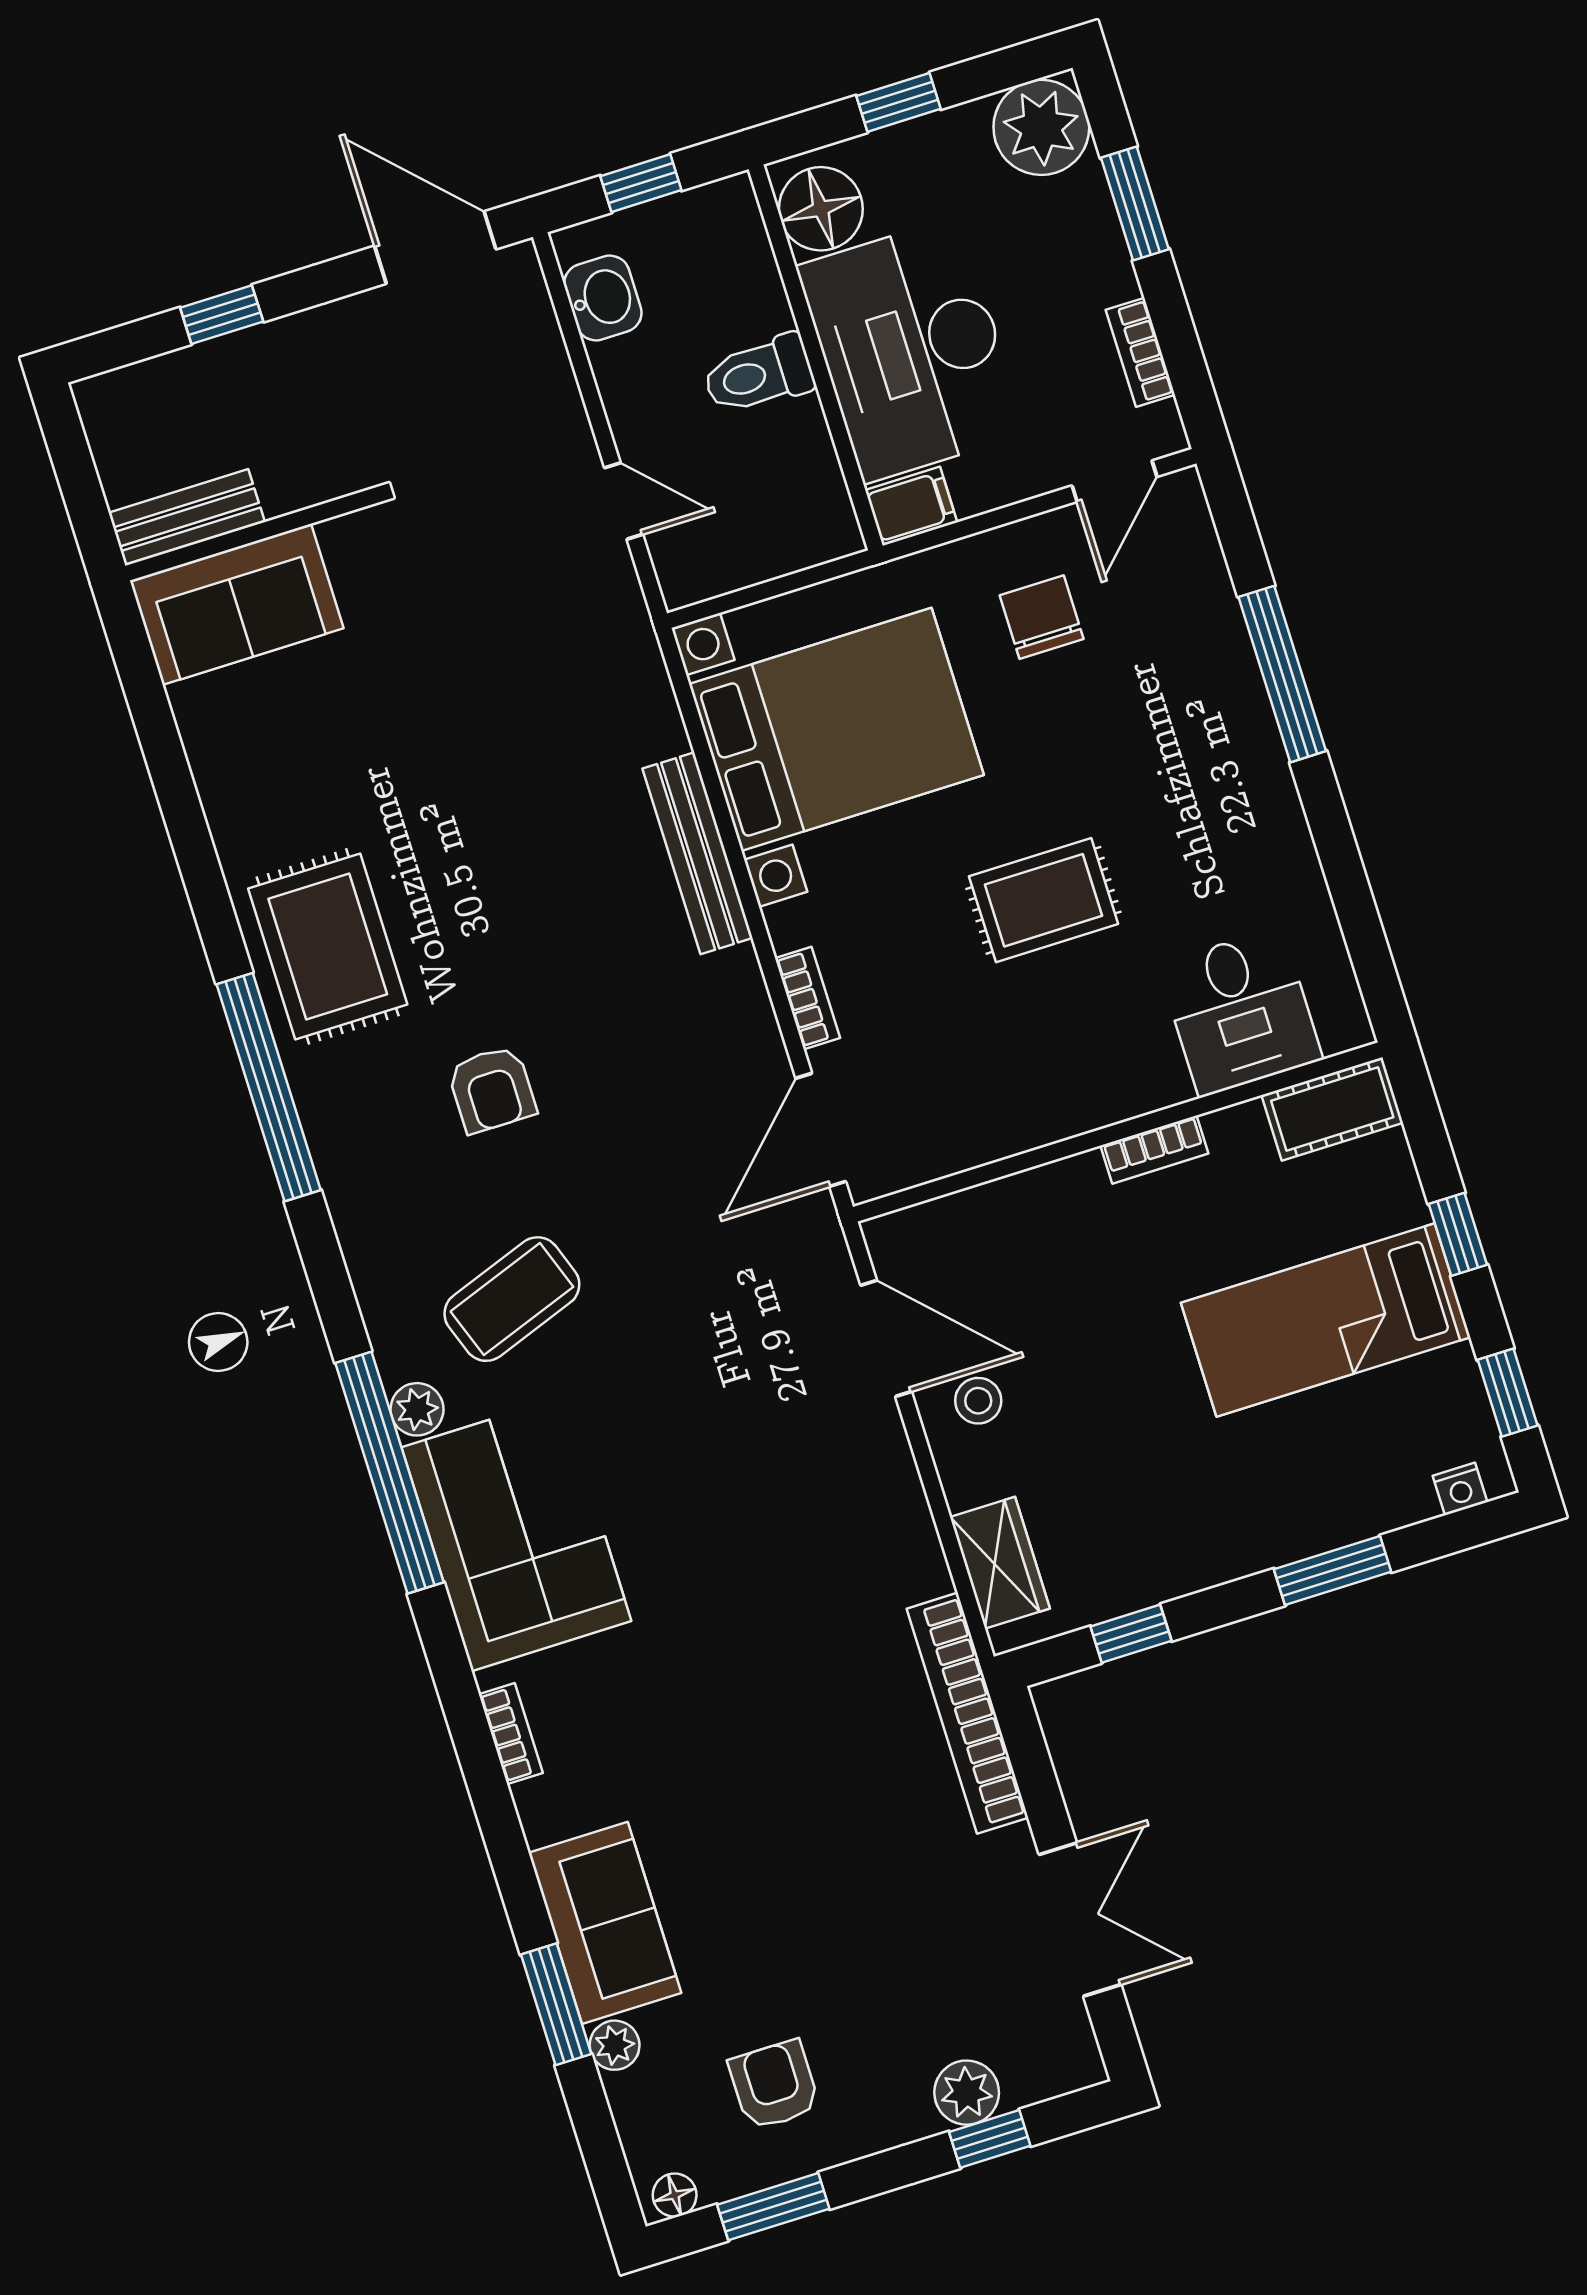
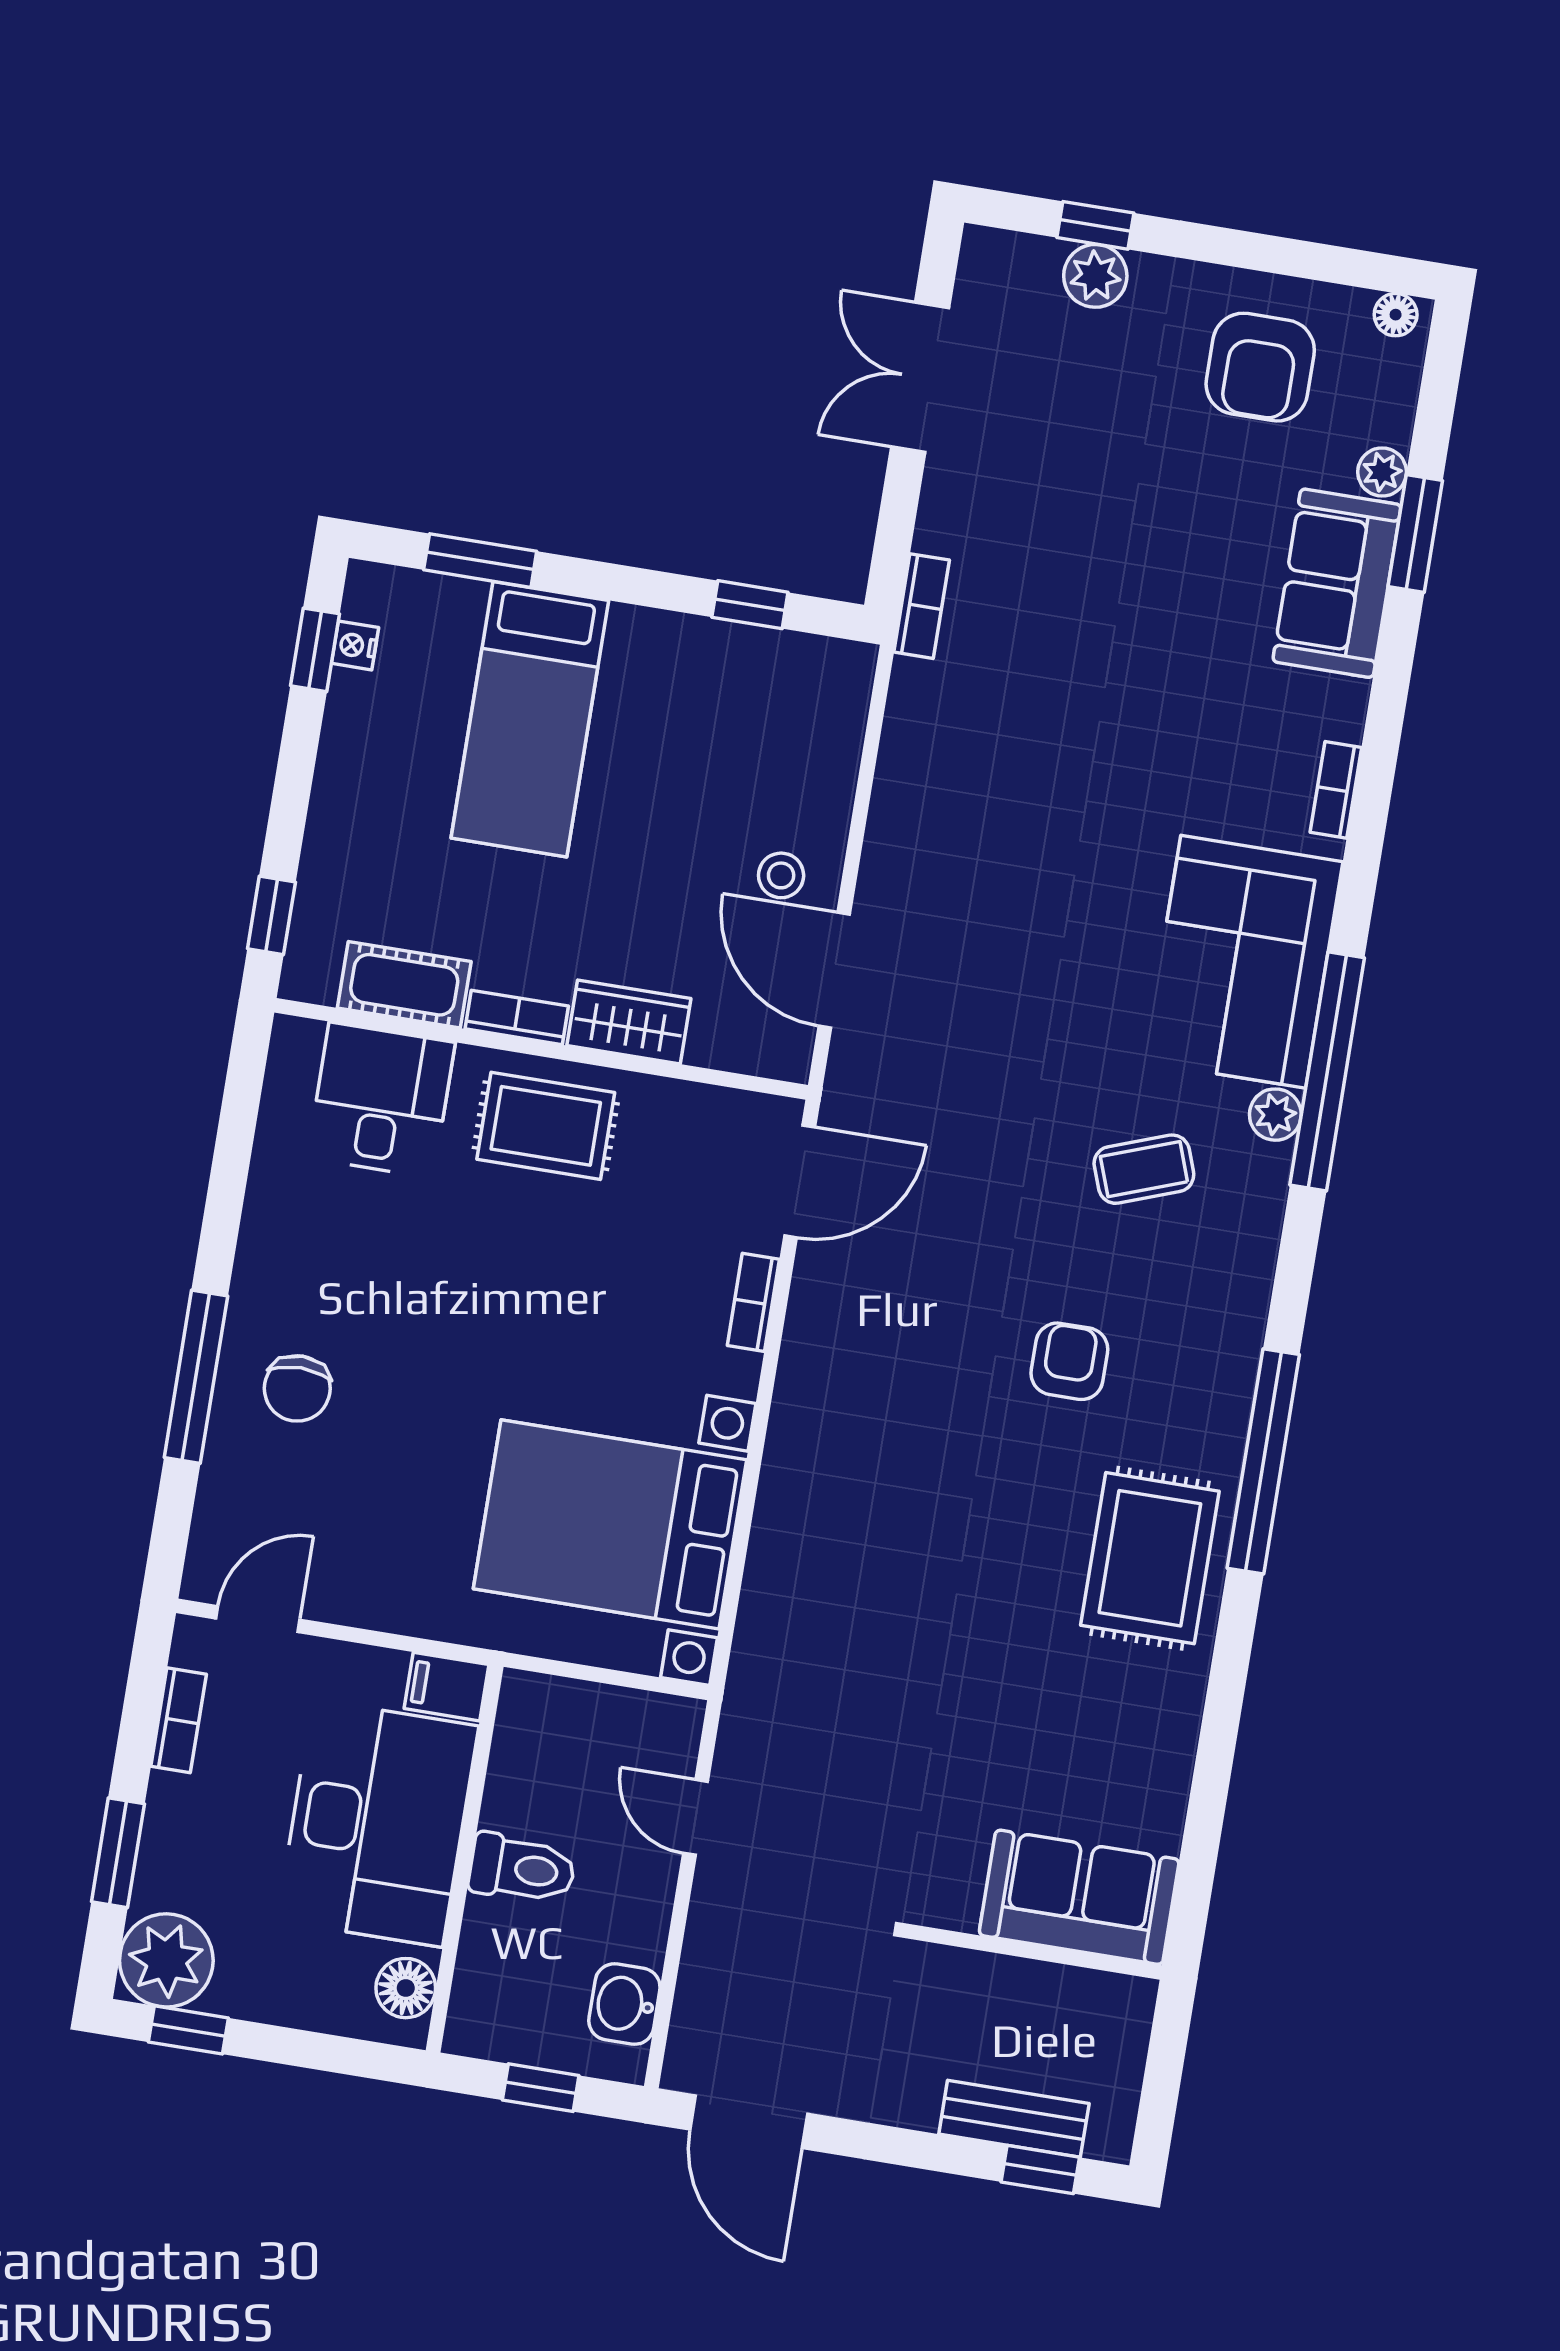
window: (899, 102) -> (188, 2030), moved
floor lamp: (821, 209) -> (406, 1988), width x0.73, depth x0.73
window: (222, 315) -> (1040, 2170), moved
bench: (187, 517) -> (1014, 2119), moved
chair: (1042, 617) -> (297, 1388), moved
bench: (698, 853) -> (786, 1477), removed
rug: (1044, 900) -> (546, 1126), moved
cot: (1332, 1109) -> (404, 985), moved
window: (1458, 1234) -> (271, 915), moved
coffee table: (512, 1299) -> (1144, 1169), width x0.73, depth x0.77
bed: (1326, 1320) -> (530, 719), moved, turned 90
nightstand: (1460, 1489) -> (355, 645), moved, turned -90
wardrobe: (1000, 1563) -> (629, 1022), moved, turned 90
window: (1333, 1570) -> (480, 561), moved
bookcase: (968, 1713) -> (922, 606), width x0.43, depth x0.76
armchair: (774, 2085) -> (1260, 367), width x1.38, depth x1.38
window: (773, 2207) -> (1314, 261), removed

